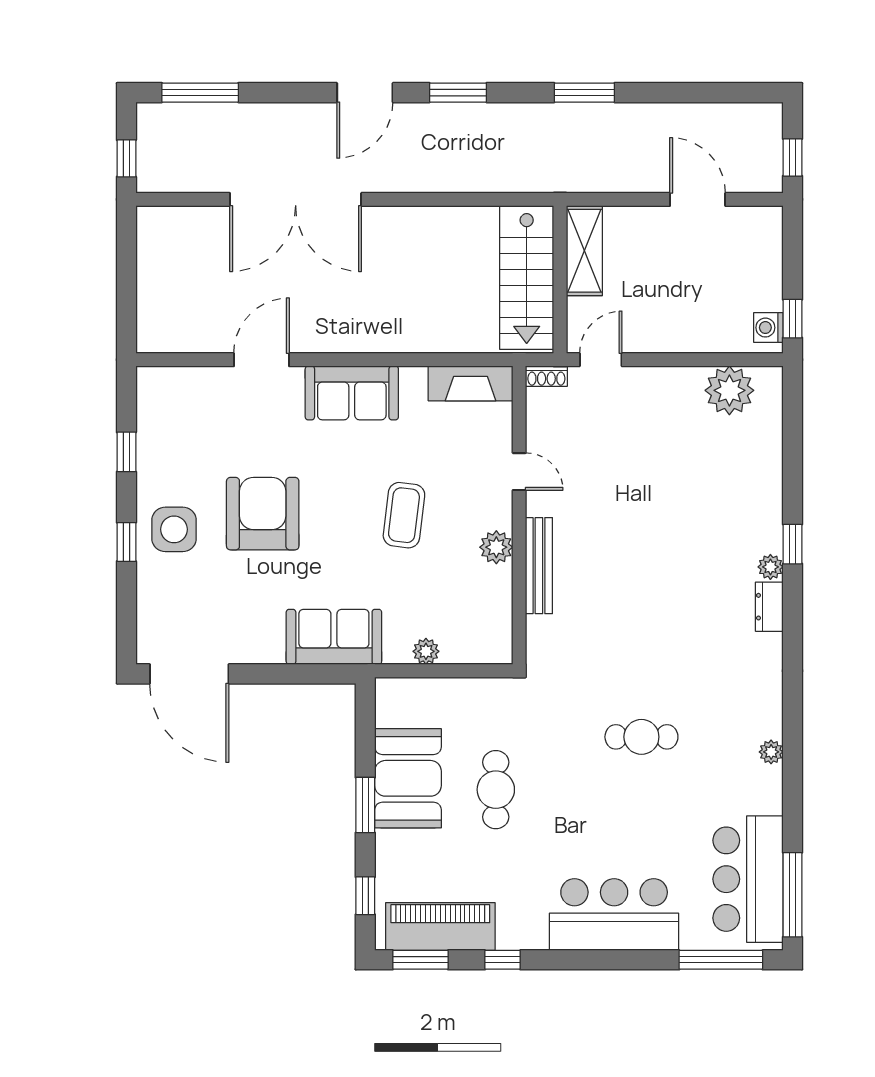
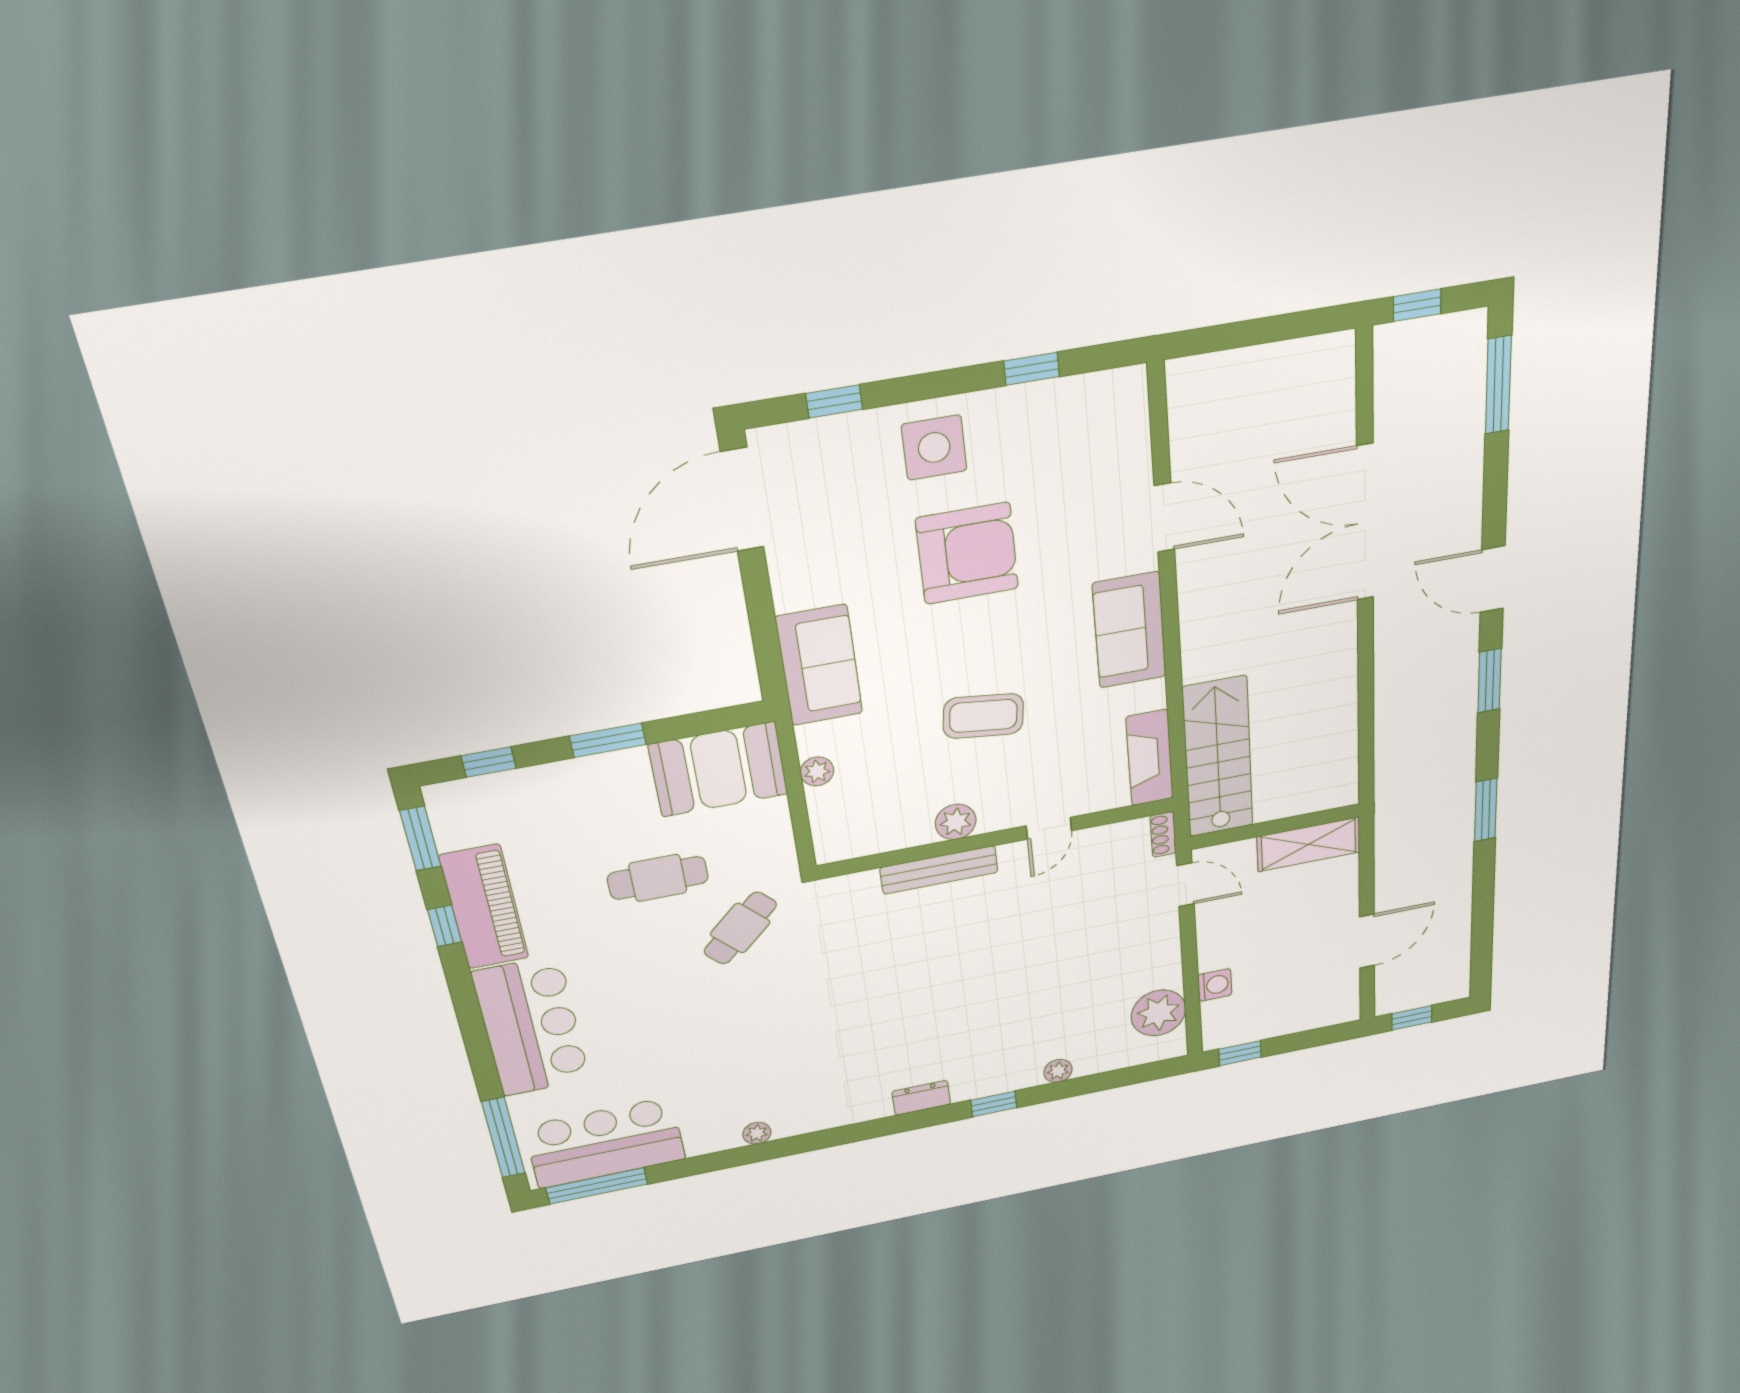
stairs: (527, 278) -> (1218, 757), moved, turned 90
washing machine: (768, 328) -> (1215, 985), moved, turned 90
window: (126, 542) -> (834, 401), moved
plant: (770, 567) -> (1058, 1071), moved
cafe table: (641, 737) -> (740, 928), moved, turned 46
booth: (408, 778) -> (718, 769), moved
piano: (440, 927) -> (484, 907), moved

